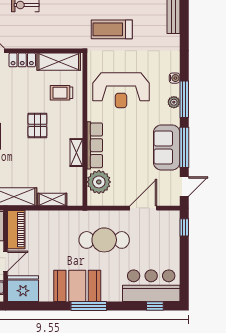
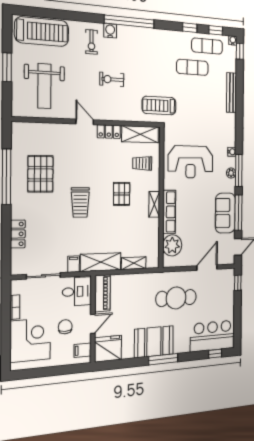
treadmill: (112, 29) -> (159, 105), moved
shelving: (76, 153) -> (154, 204), moved

